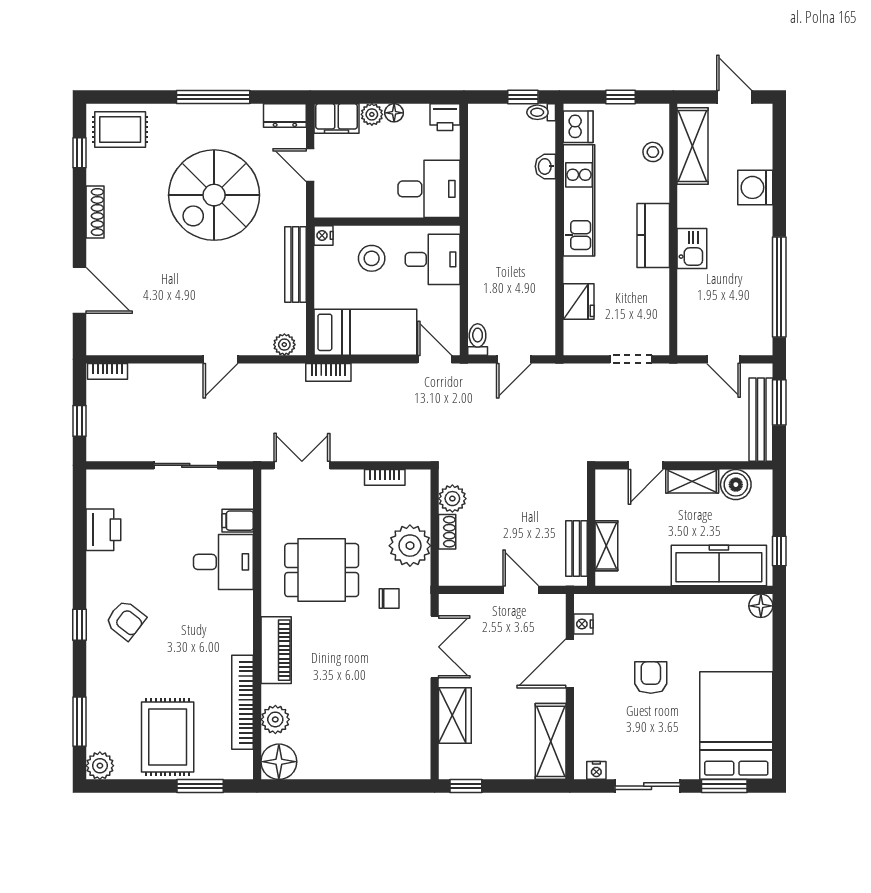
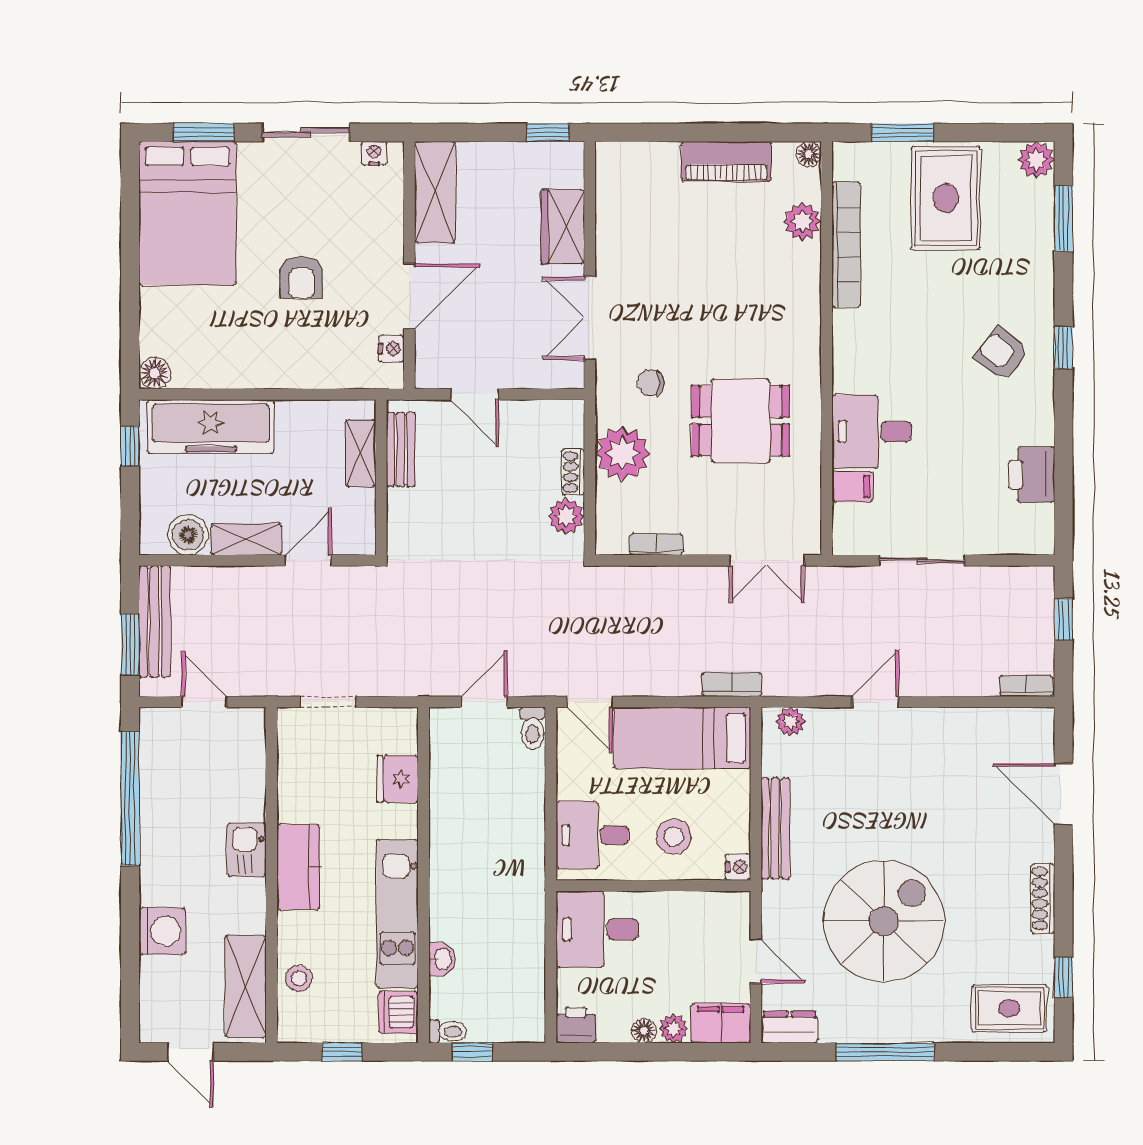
piano: (276, 650) -> (726, 161), moved, turned -90
floor lamp: (279, 762) -> (809, 154), width x0.53, depth x0.53

